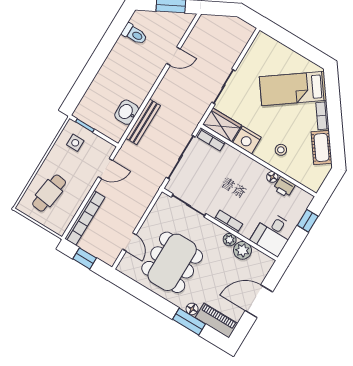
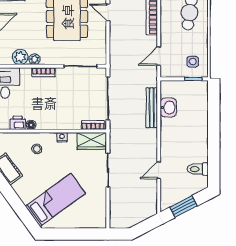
bookcase: (322, 116) -> (21, 193), removed
nightstand: (247, 140) -> (62, 137), width x0.53, depth x0.56

